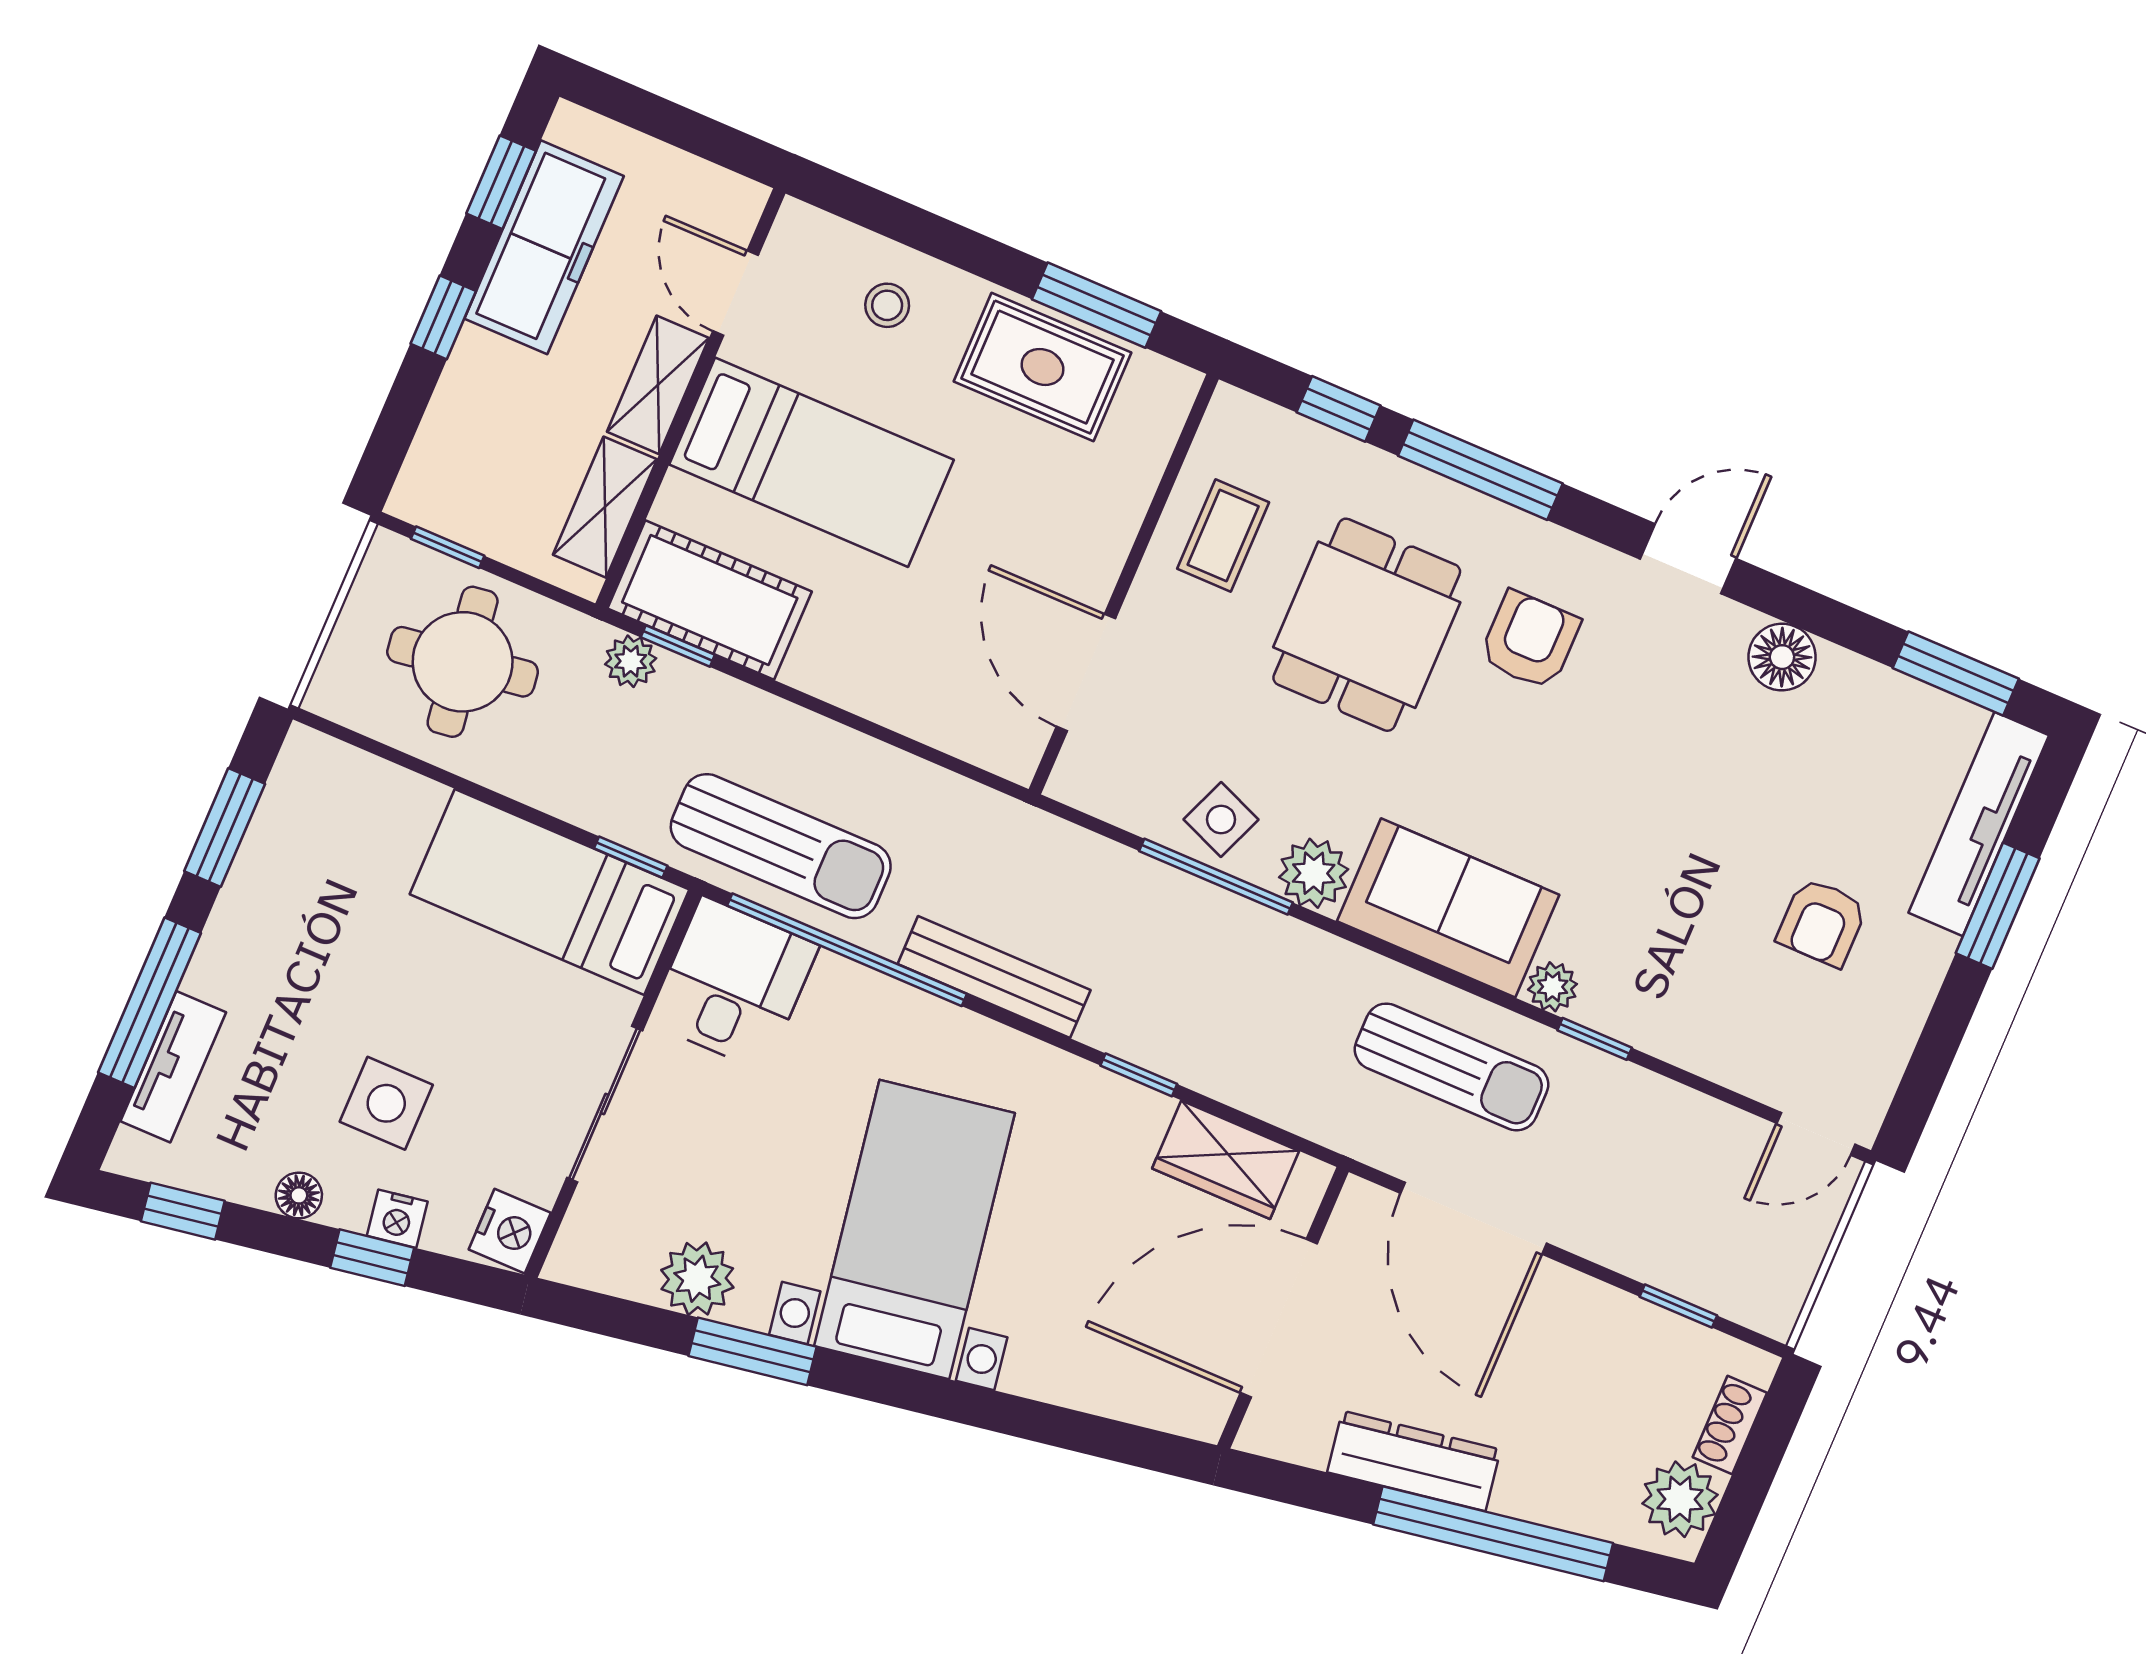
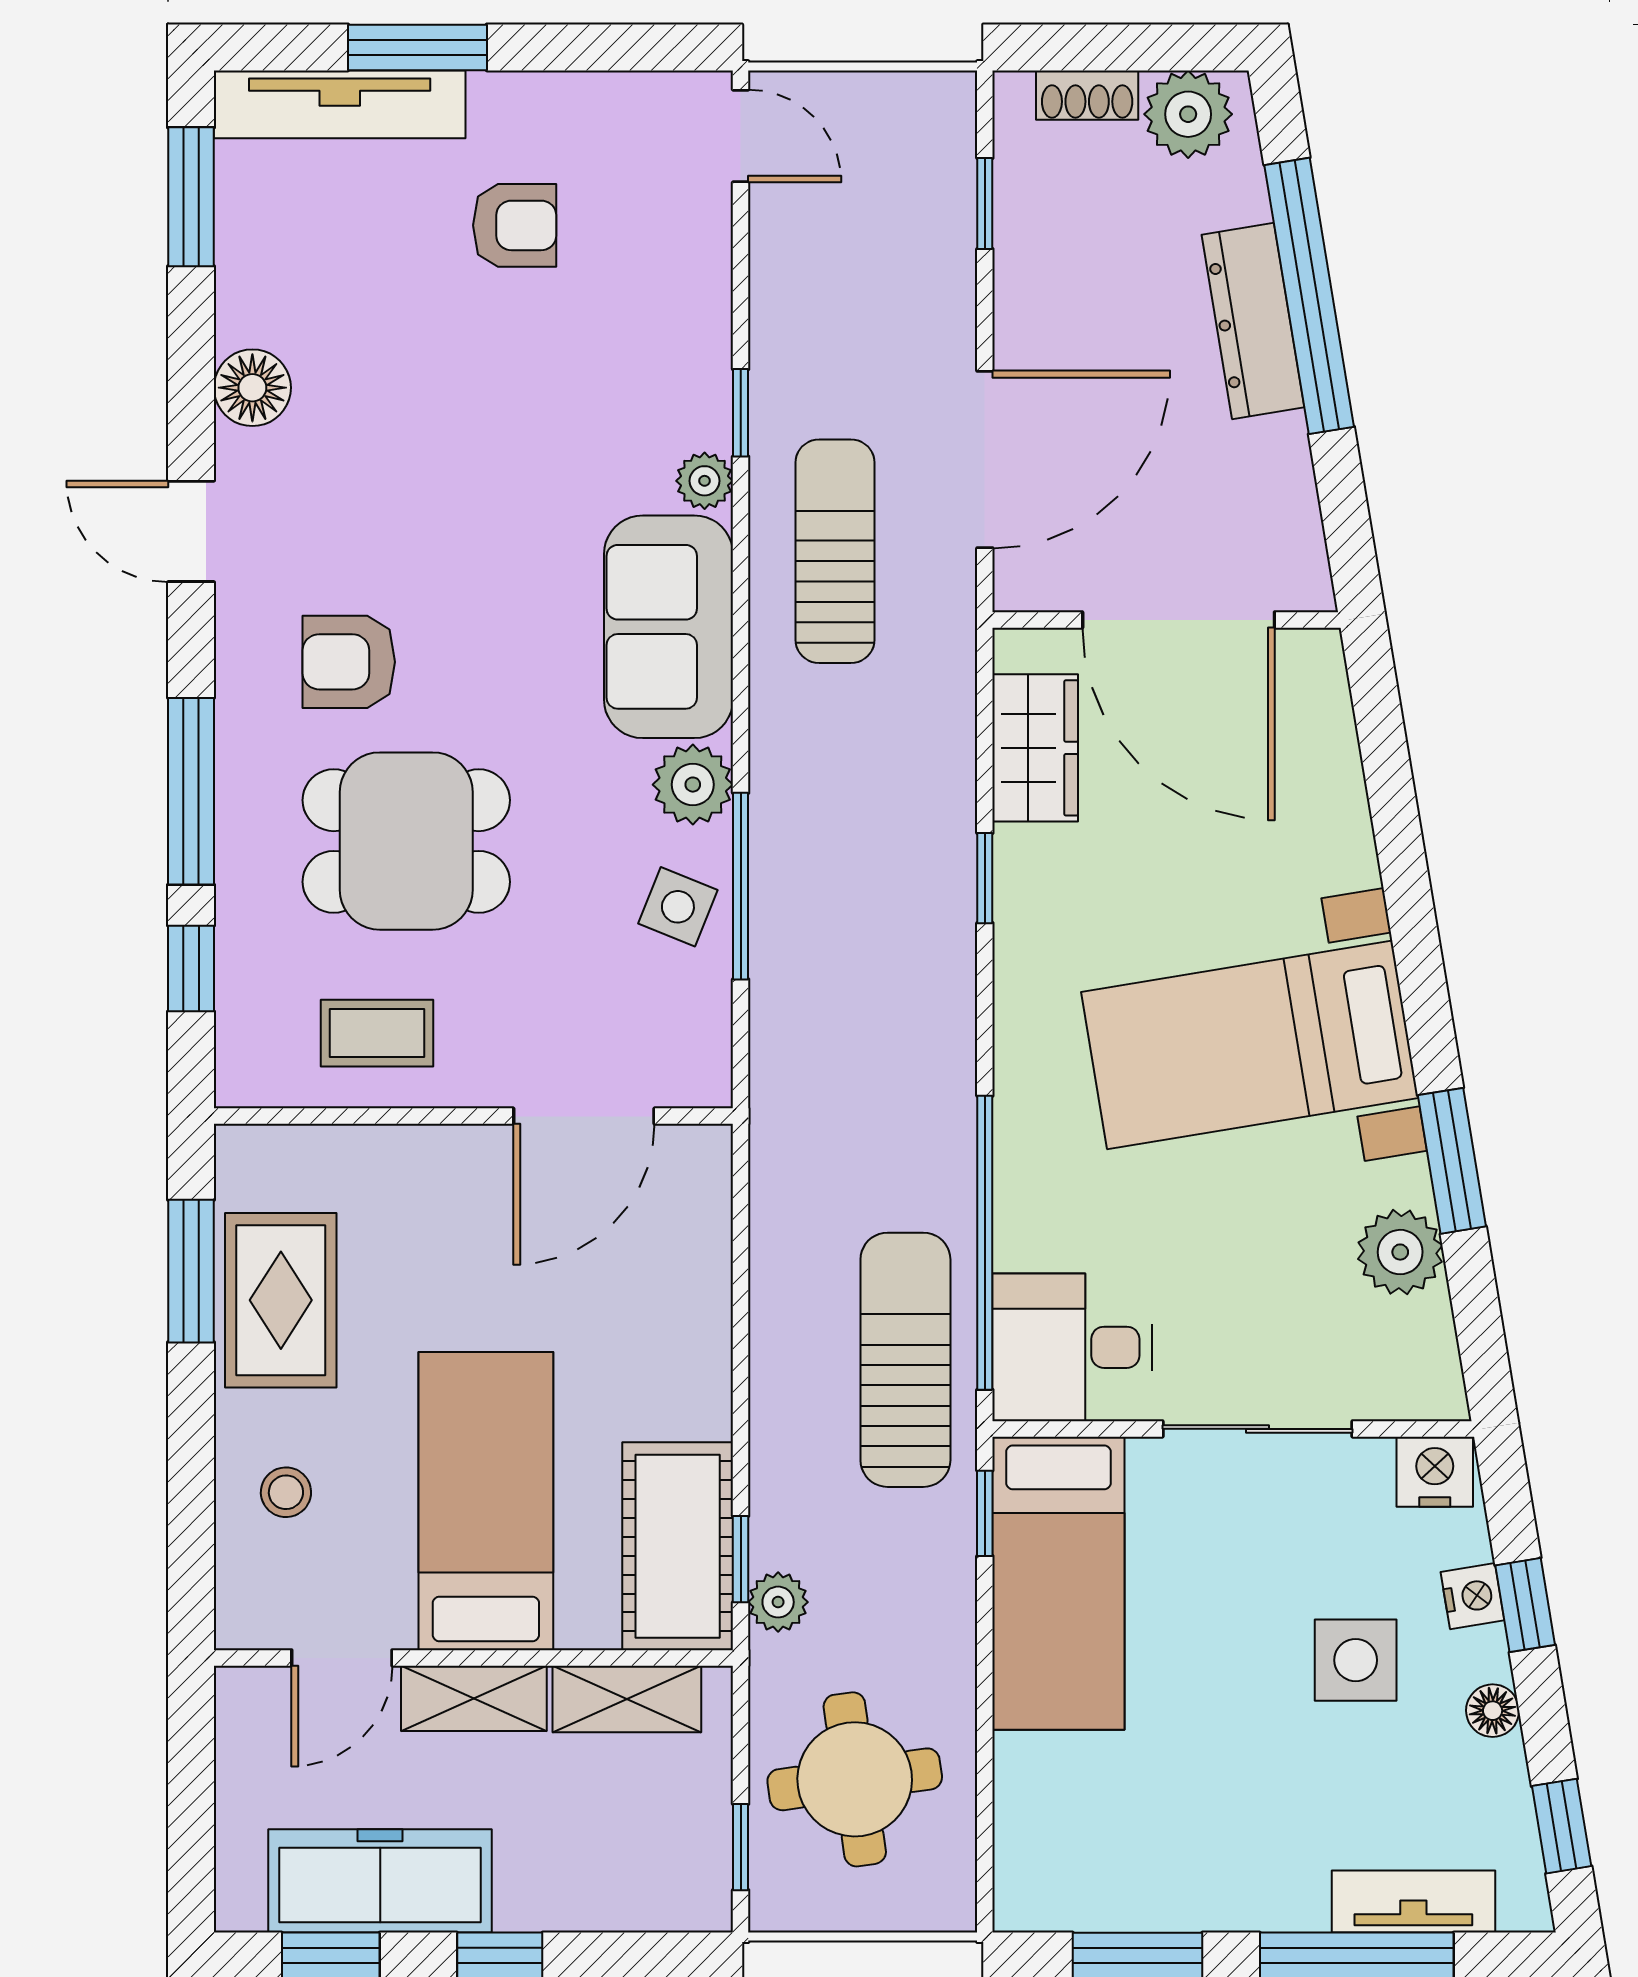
bench: (994, 977) -> (947, 1075), removed
dresser: (1414, 1461) -> (1253, 321), moved

